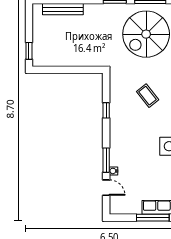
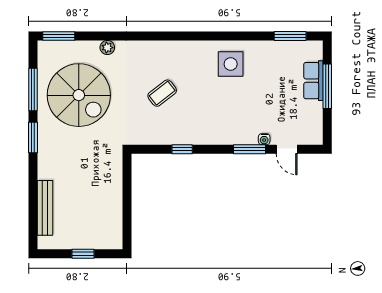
window: (29, 51) -> (83, 254), moved
door: (106, 188) -> (287, 149), swing flipped

